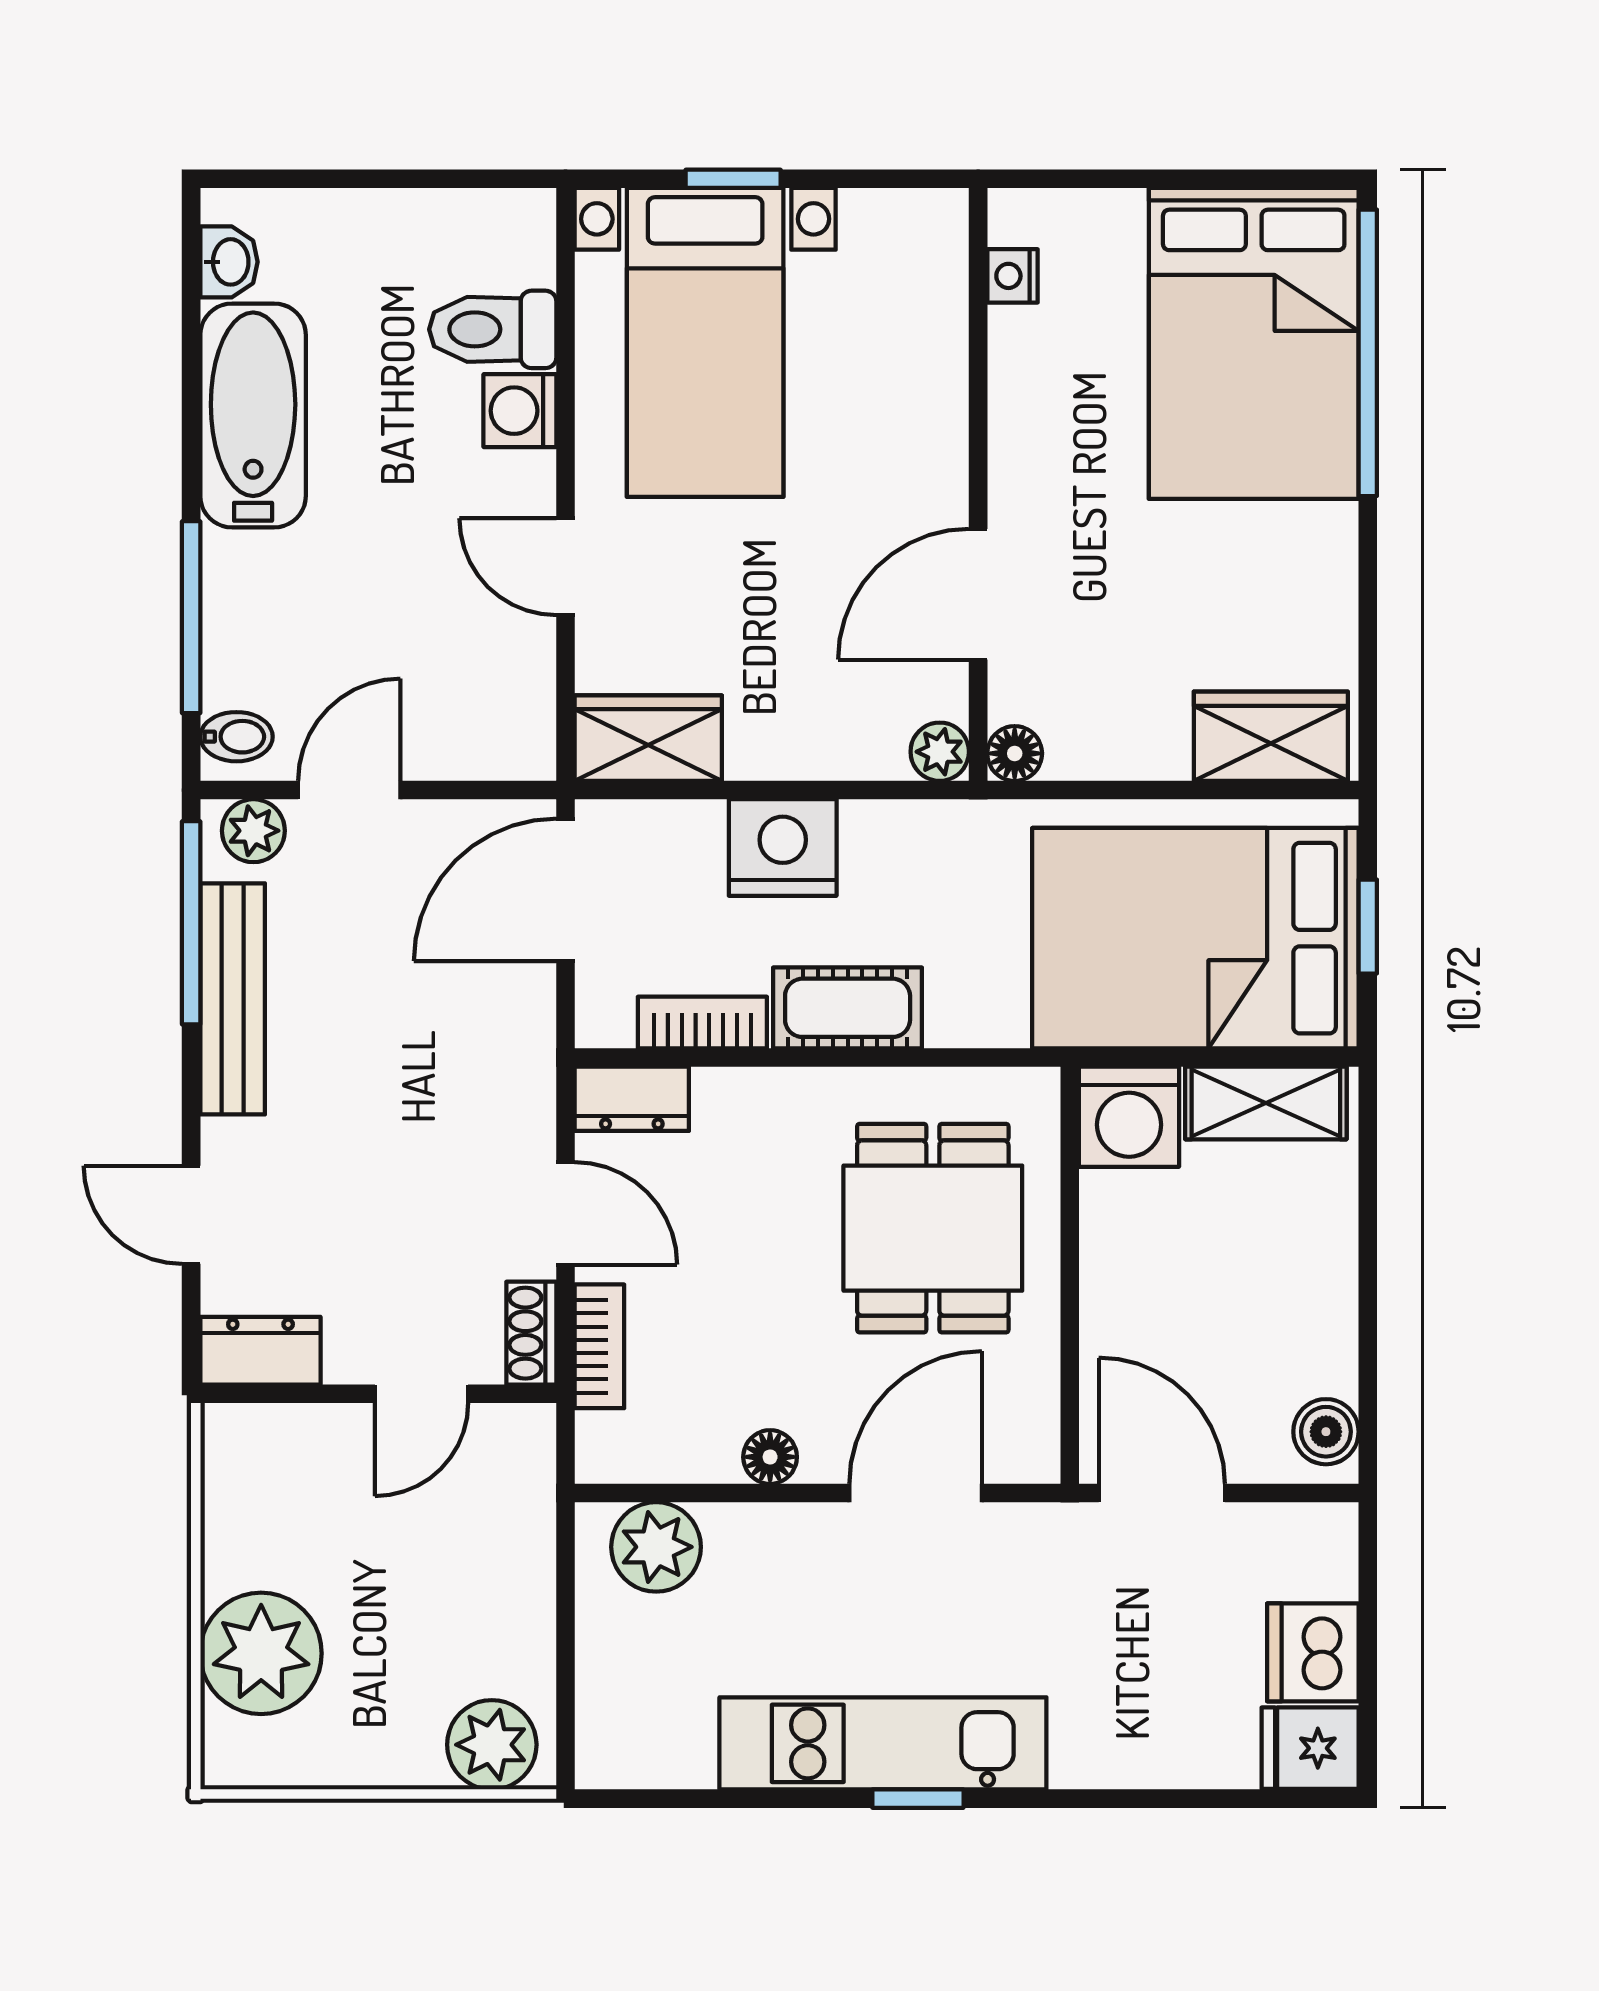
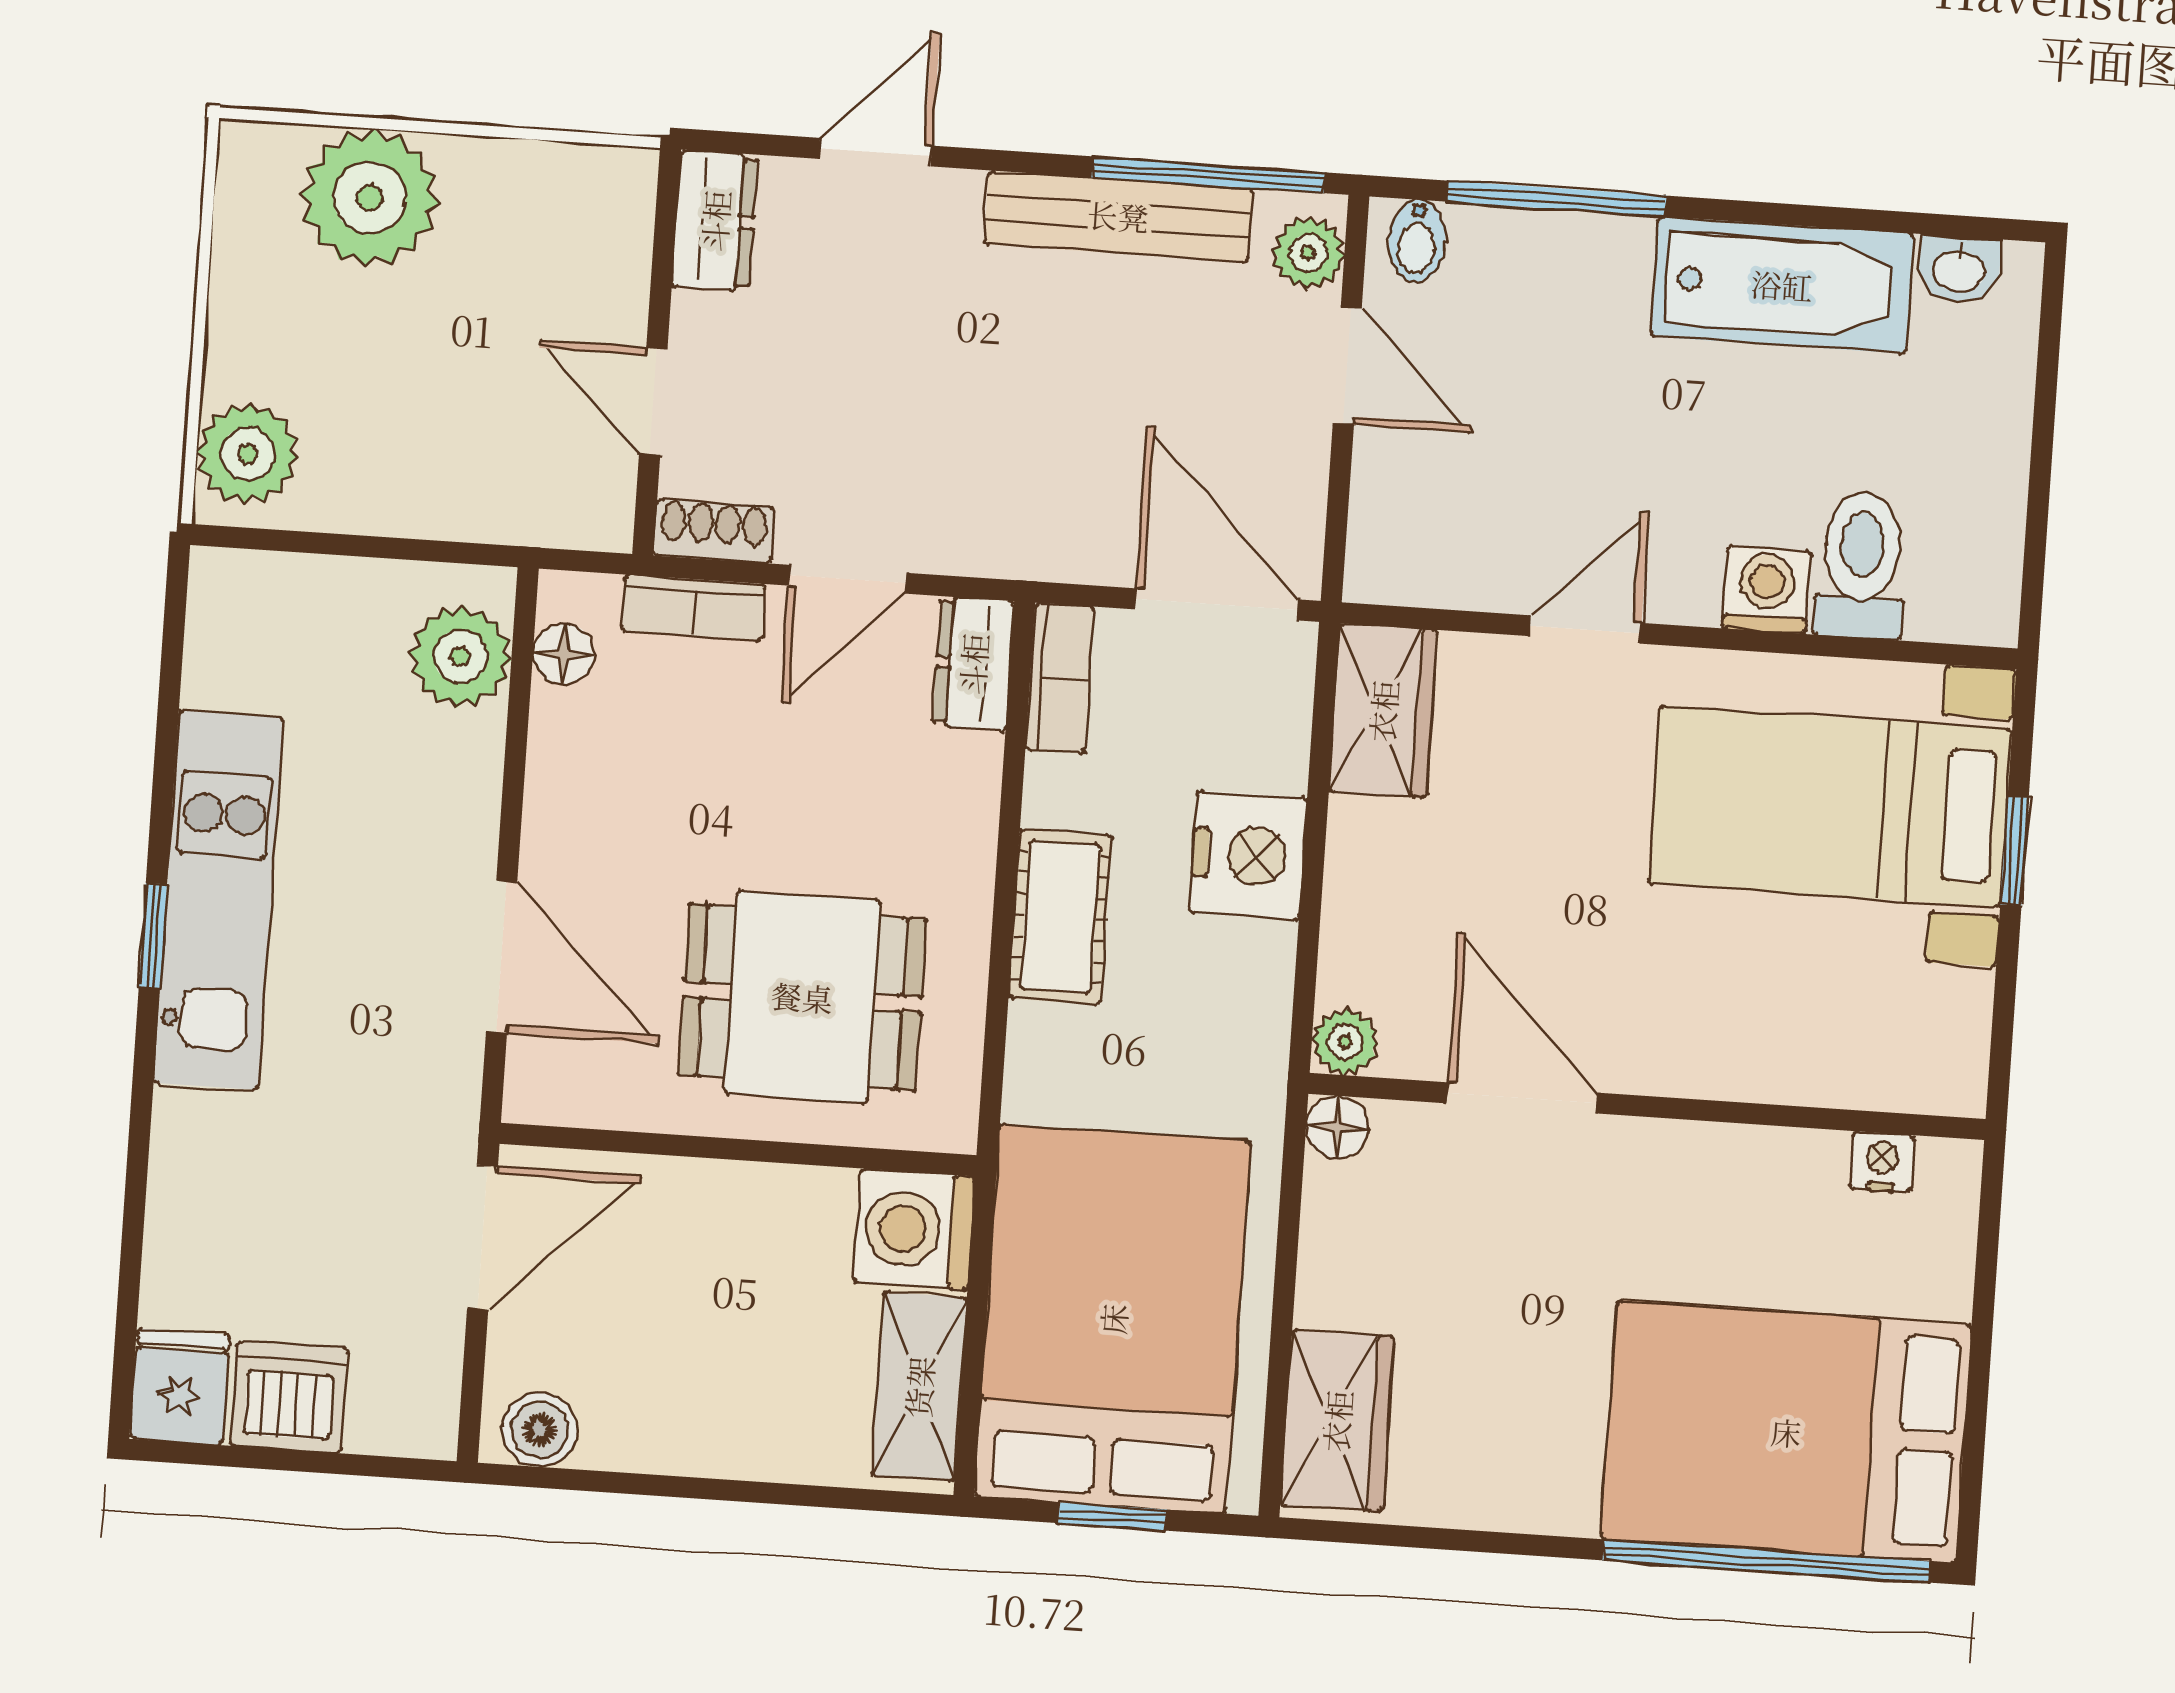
bookcase: (702, 1022) -> (1060, 678), moved
floor lamp: (770, 1457) -> (564, 654), moved

